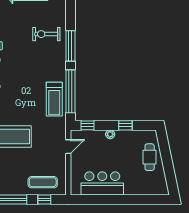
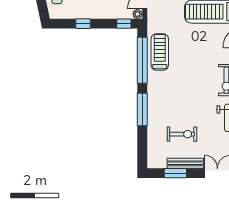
exercise bike: (46, 34) -> (182, 134), moved
plant: (110, 134) -> (137, 14), moved

